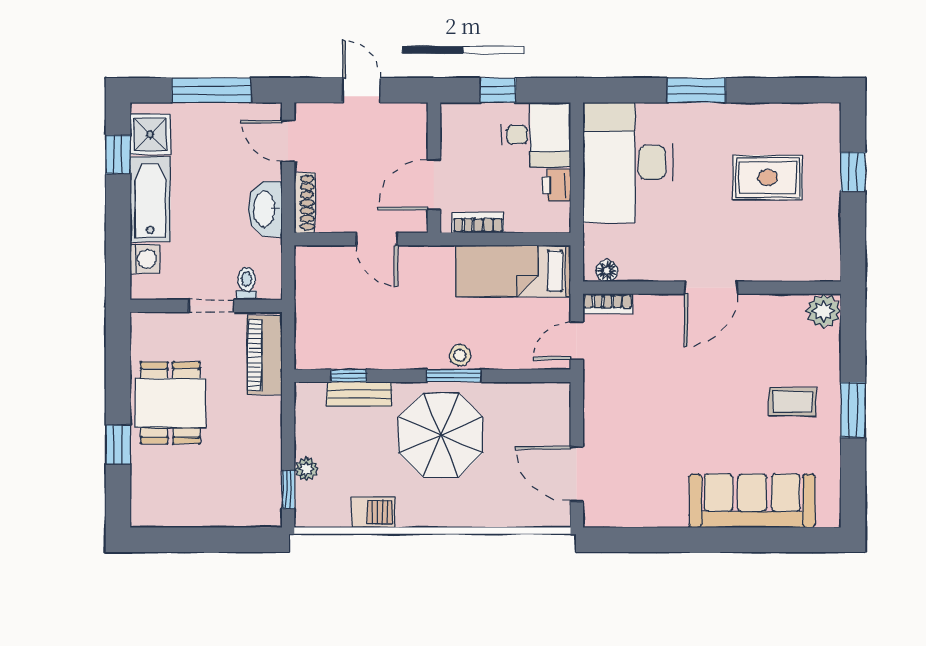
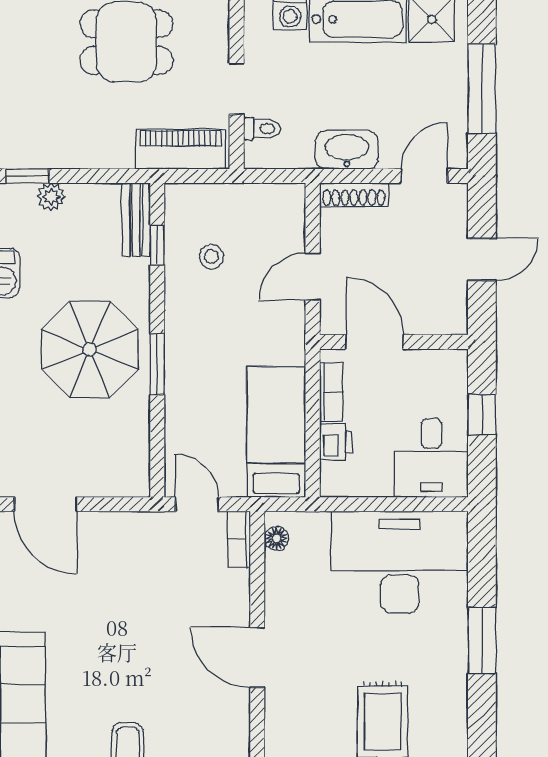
printer: (556, 185) -> (336, 442), moved, turned 90
stool: (460, 355) -> (211, 257), moved
bench: (359, 394) -> (136, 220), moved
door: (577, 474) -> (45, 504), swing flipped

